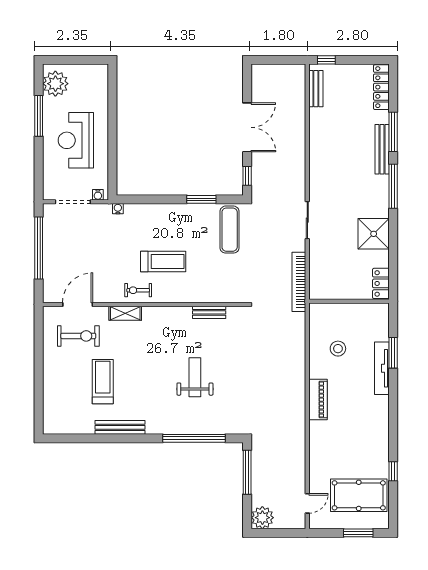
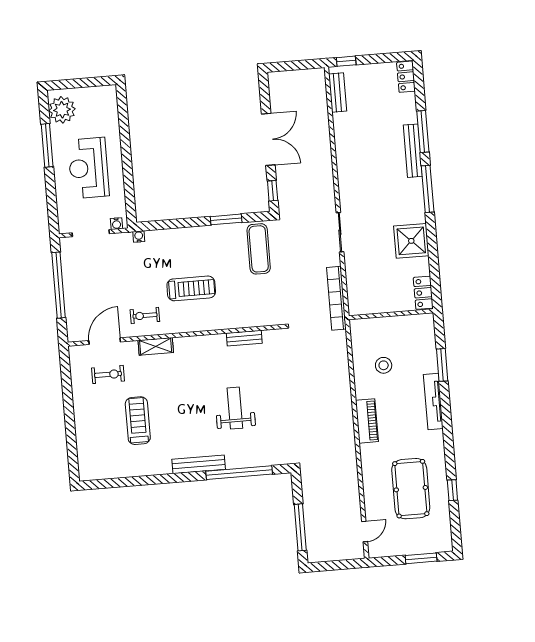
locker: (381, 87) -> (406, 77), width x0.66
exercise bike: (138, 290) -> (145, 316), moved
exercise bike: (78, 336) -> (108, 374), width x0.73, depth x0.72
tv unit: (382, 368) -> (433, 402), moved
bench: (120, 427) -> (199, 464), moved
window: (247, 472) -> (300, 527), moved
pool table: (359, 495) -> (411, 489), moved, turned 90
plant: (262, 518) -> (318, 550), removed

